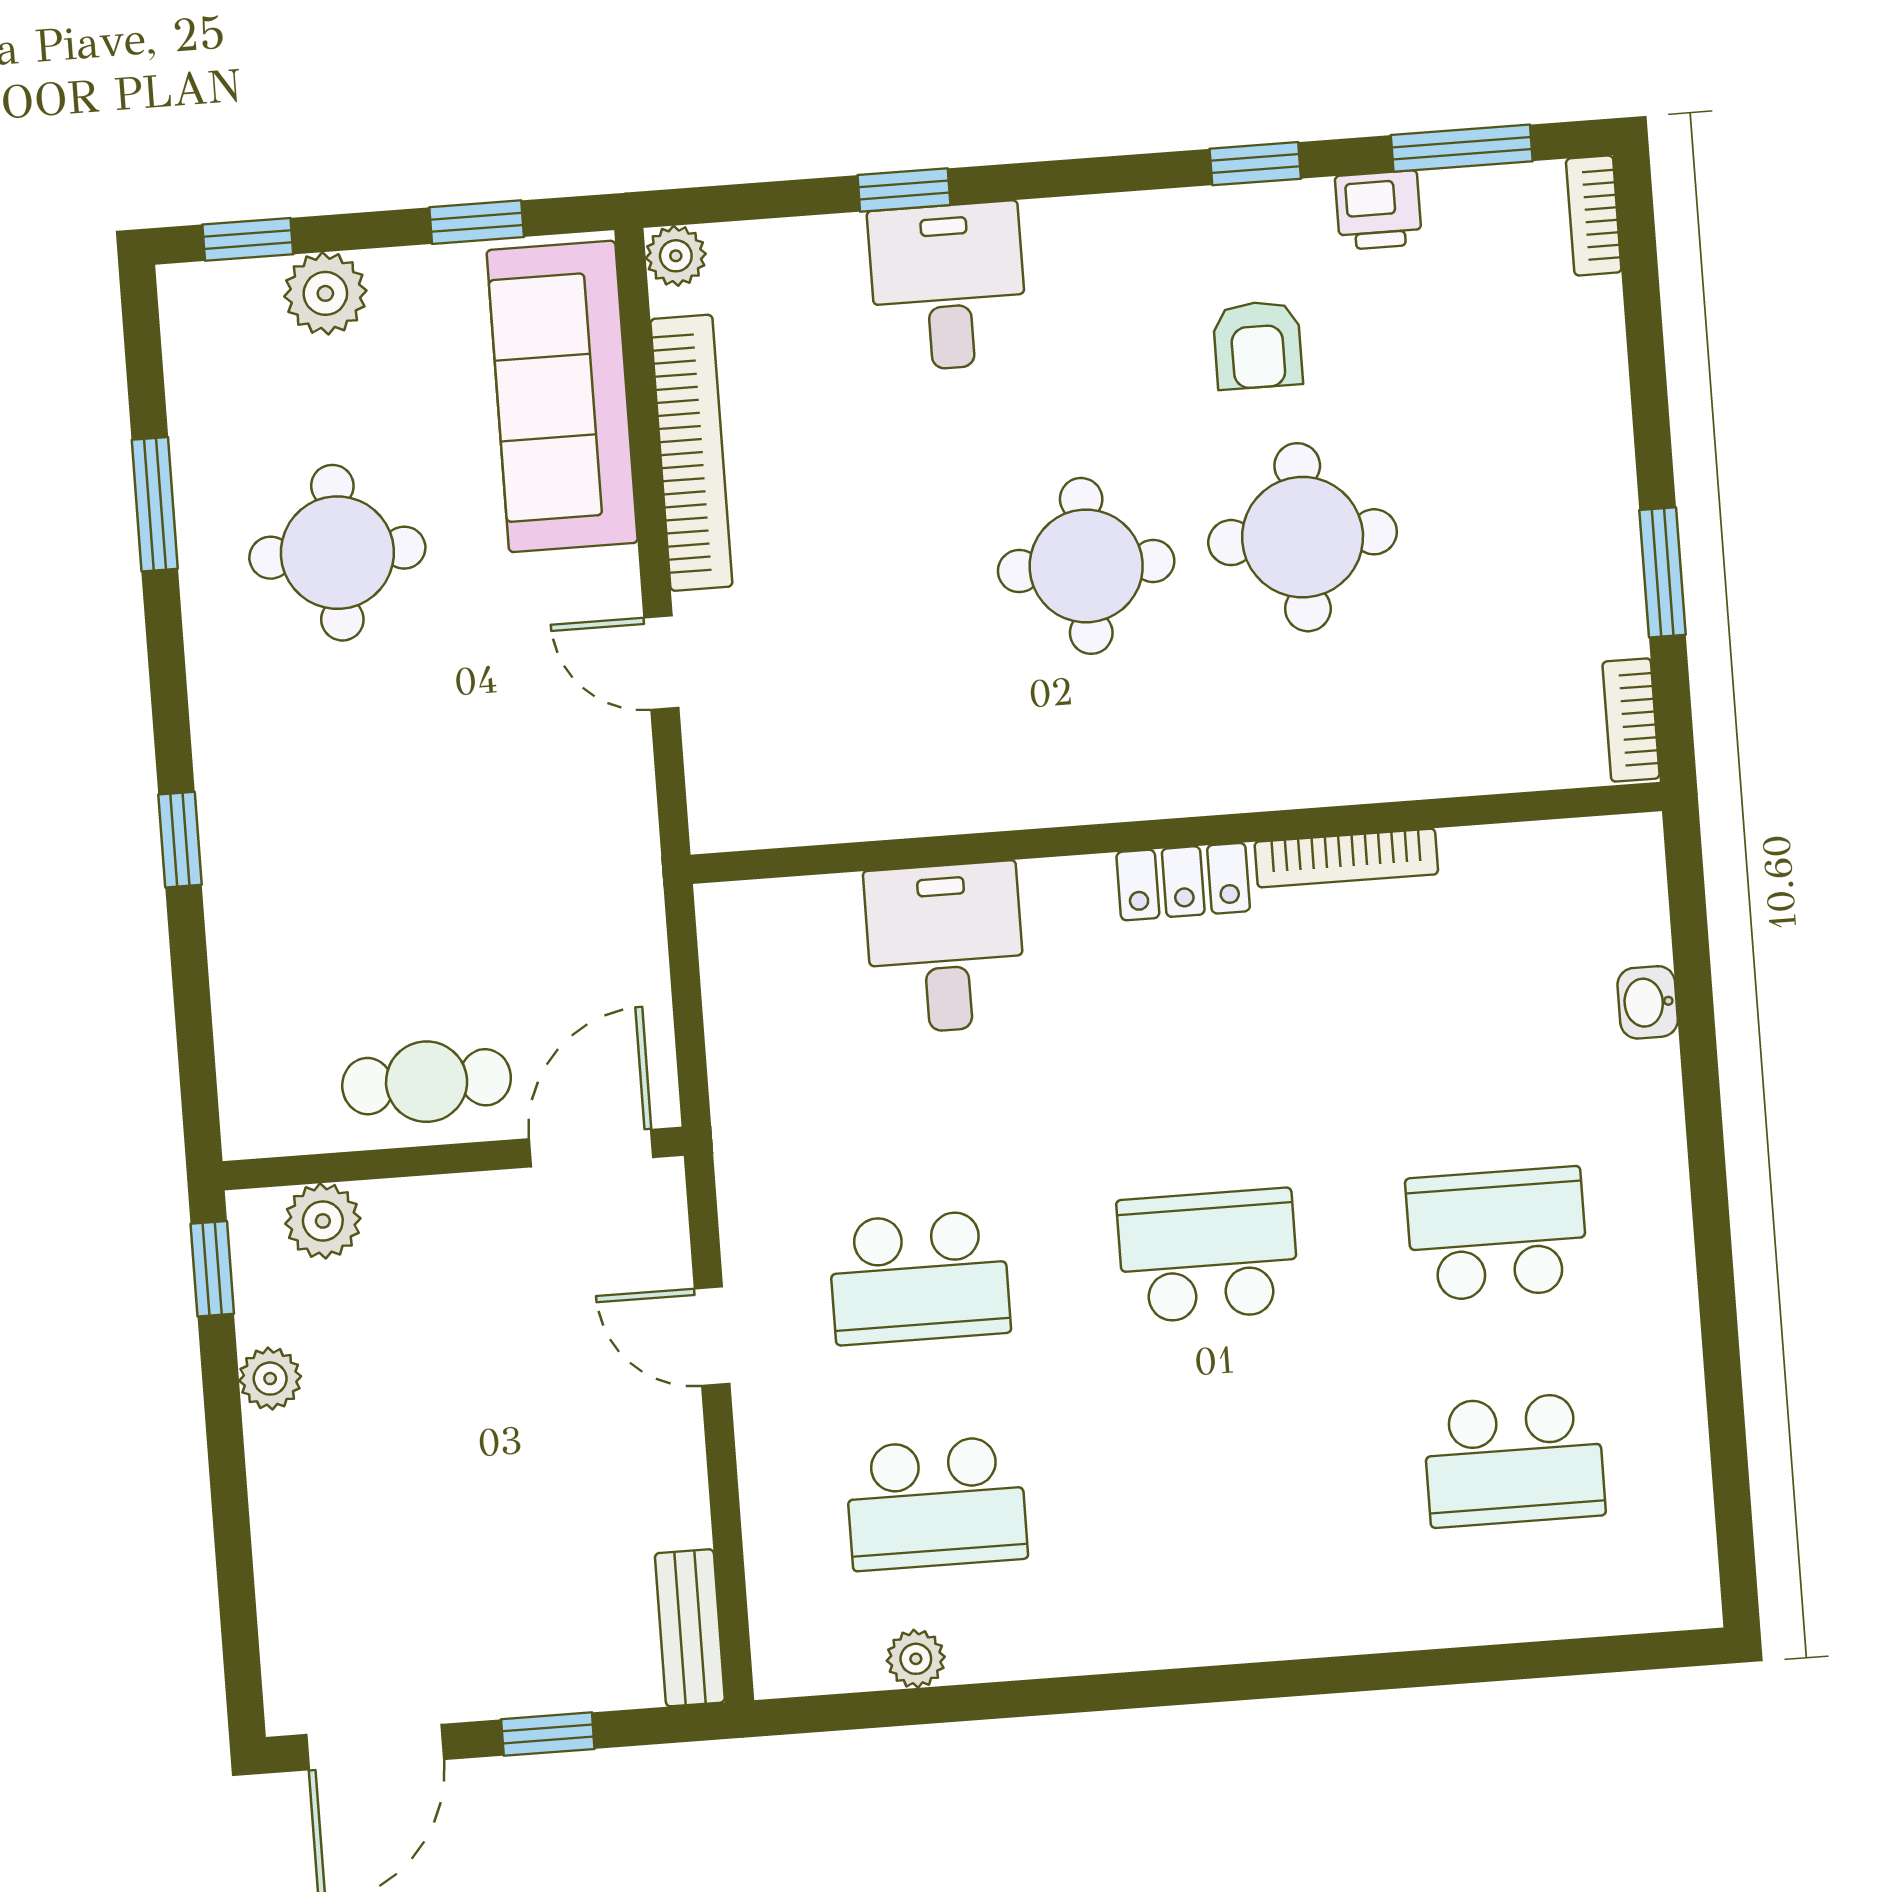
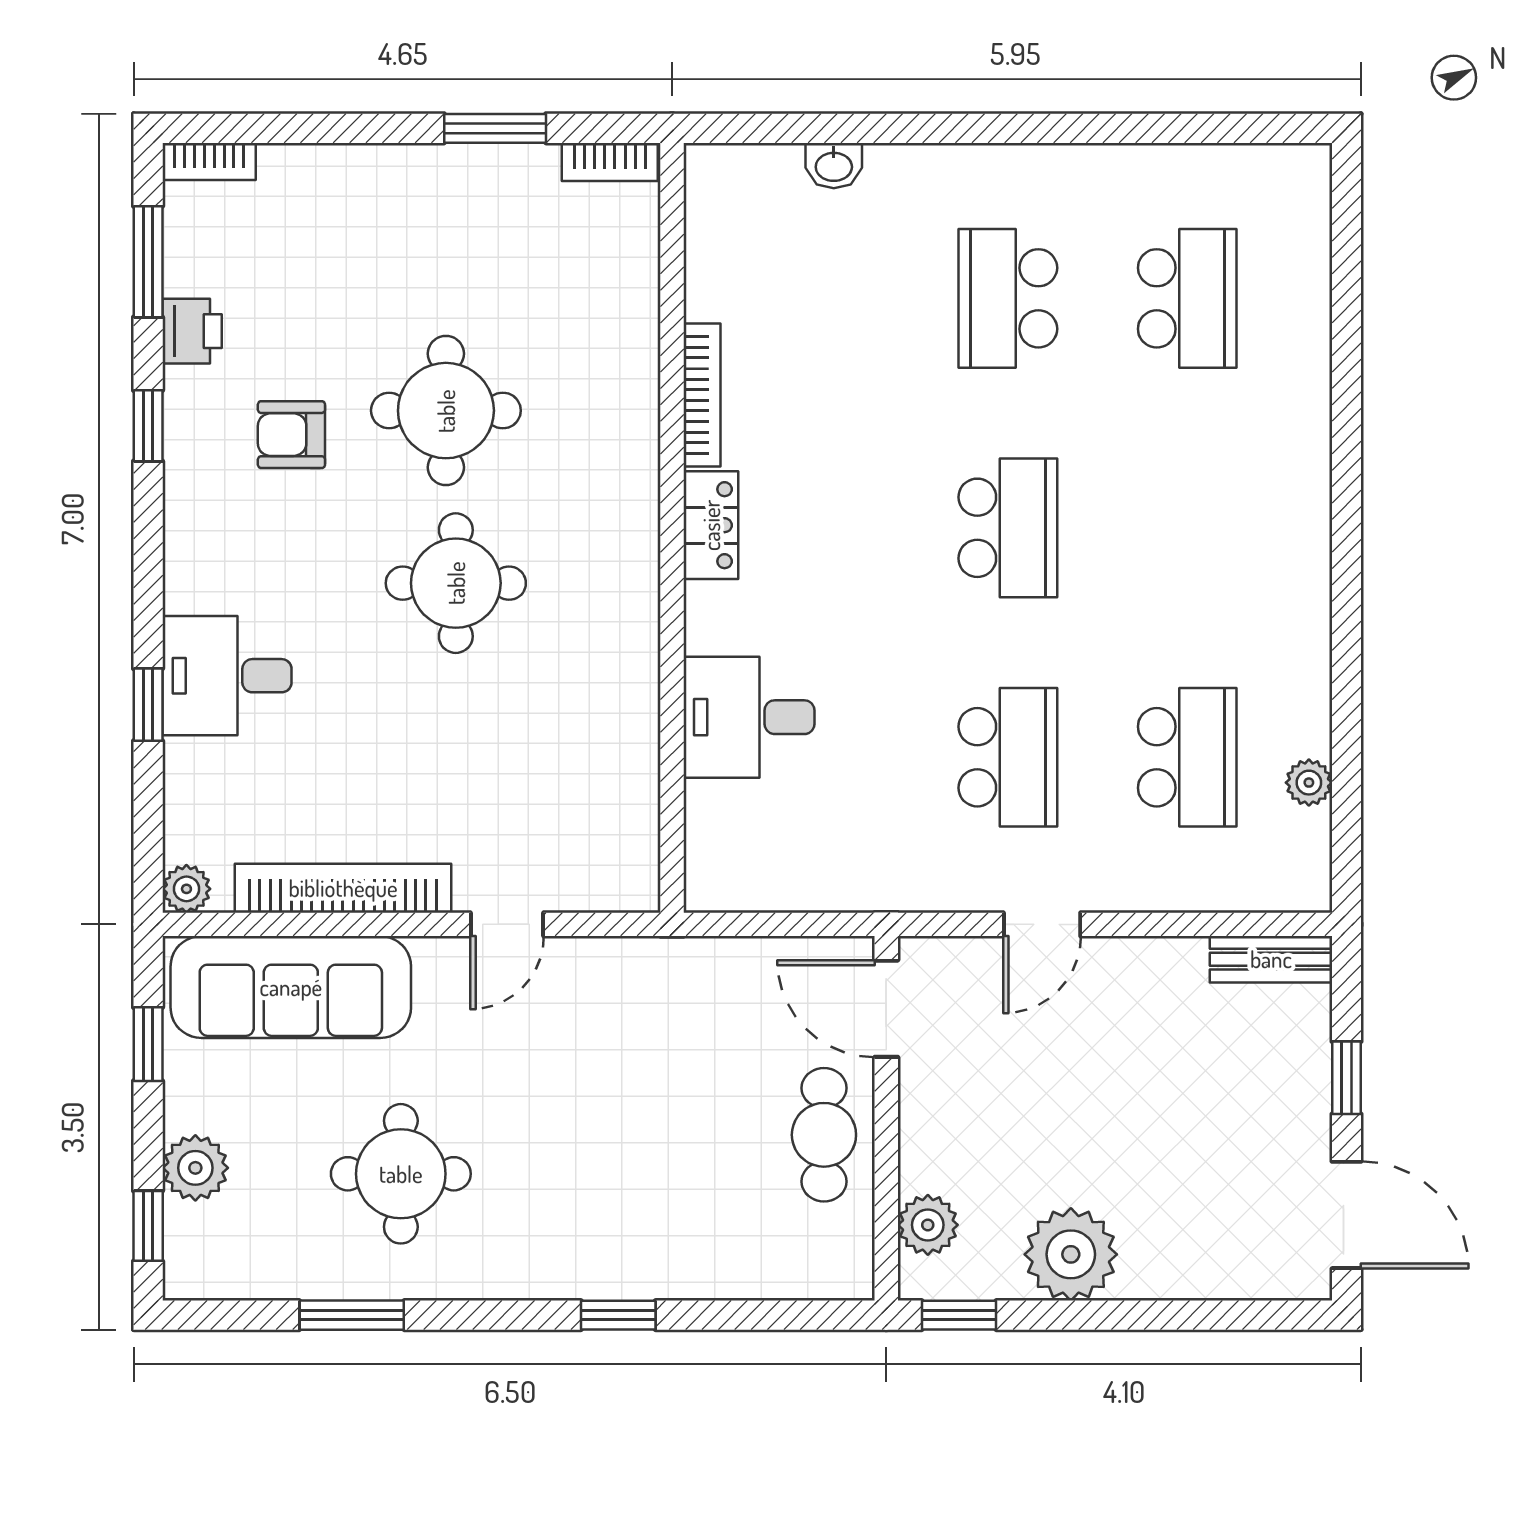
armchair: (1258, 345) -> (291, 435), turned 180
school desk: (1208, 1256) -> (1008, 528), turned 180
plant: (270, 1379) -> (1071, 1254), width x1.87, depth x1.87

